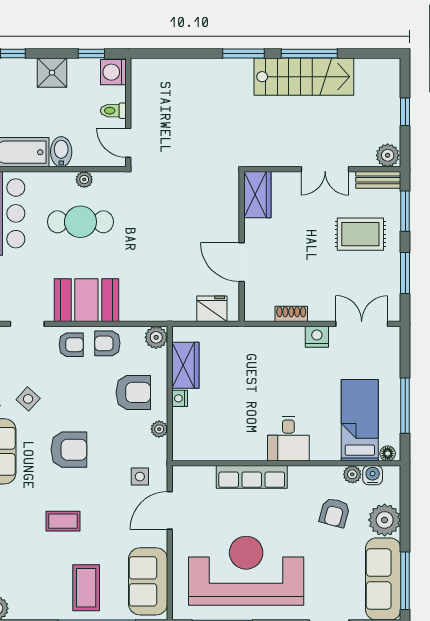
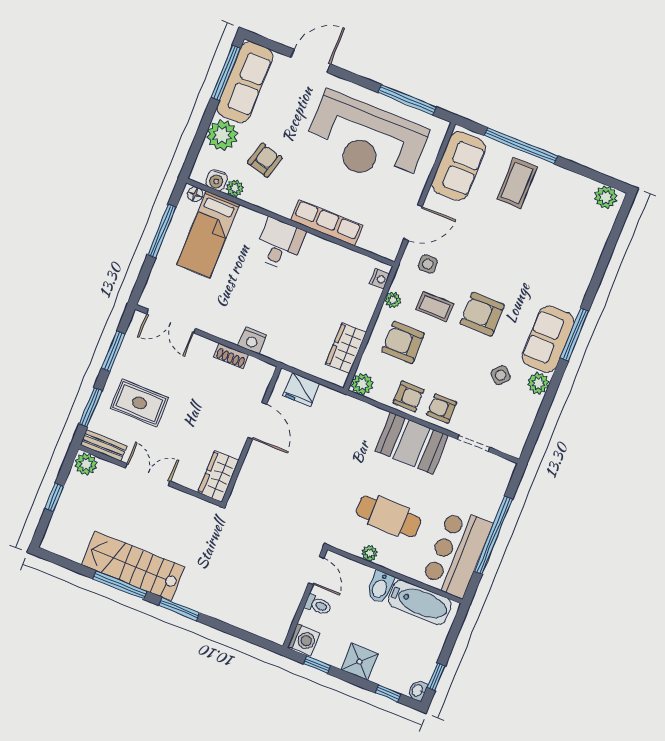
nightstand: (317, 337) -> (252, 340), moved
nightstand: (180, 398) -> (380, 279), moved
coffee table: (63, 521) -> (435, 307), moved

